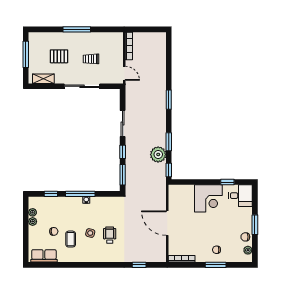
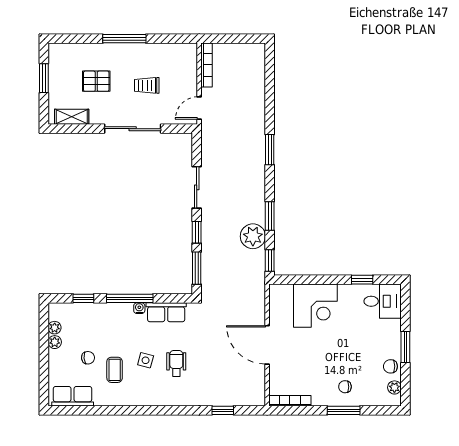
window: (26, 54) -> (44, 78), width x0.69
door: (124, 73) -> (199, 108), swing flipped
corner desk: (208, 198) -> (315, 306), moved
row of seats: (103, 203) -> (166, 312), added

